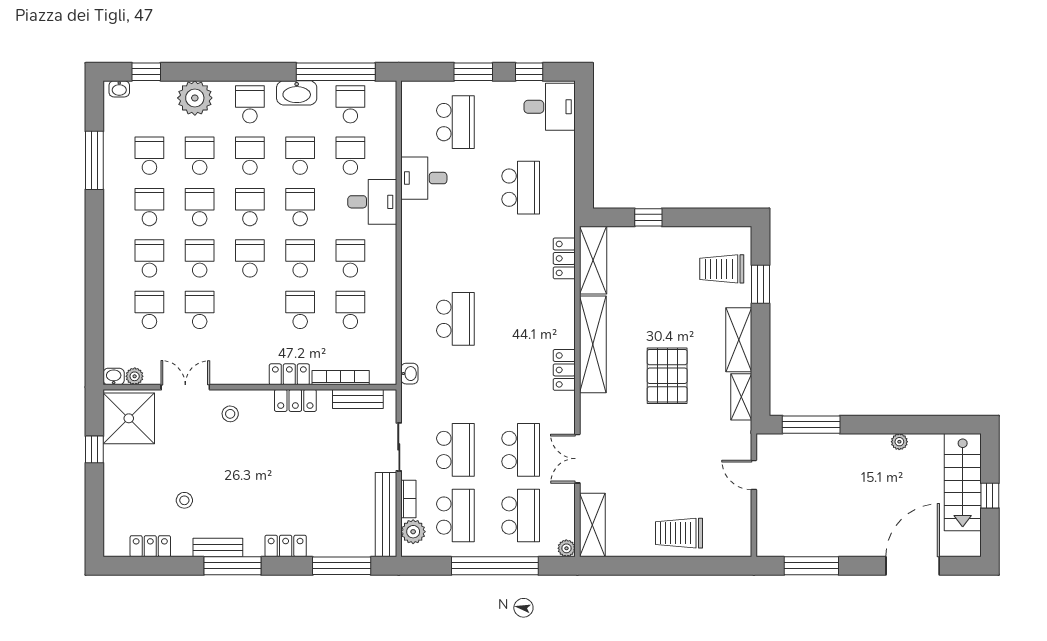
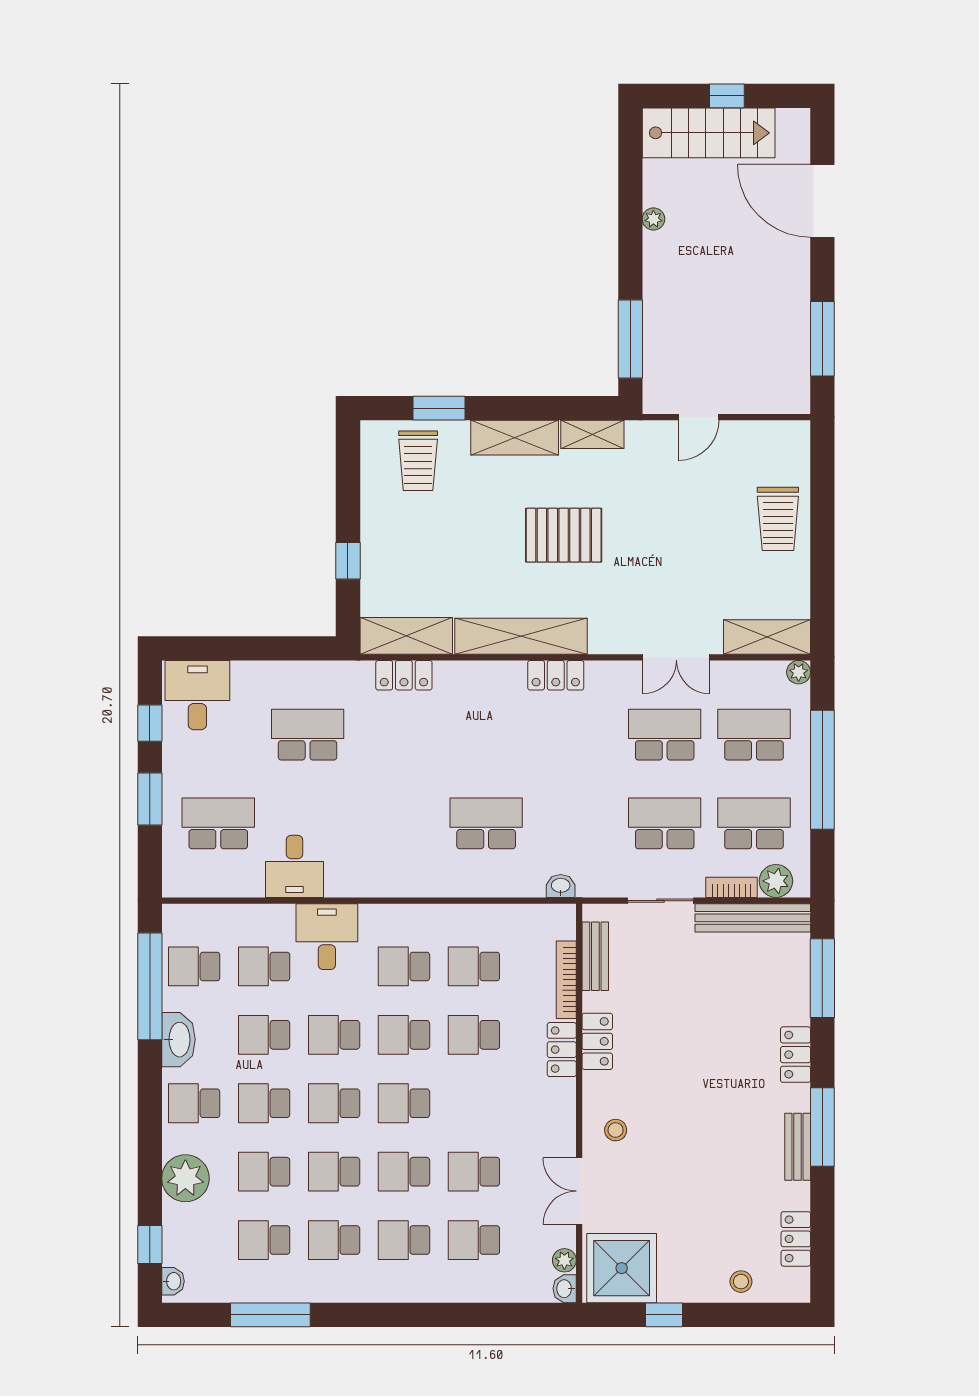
stool: (184, 500) -> (741, 1282), moved

